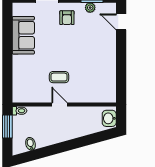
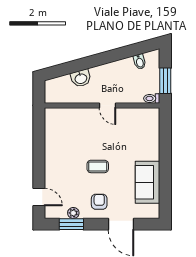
coffee table: (59, 77) -> (98, 166), moved
washbasin: (109, 118) -> (81, 78), moved, turned 75

